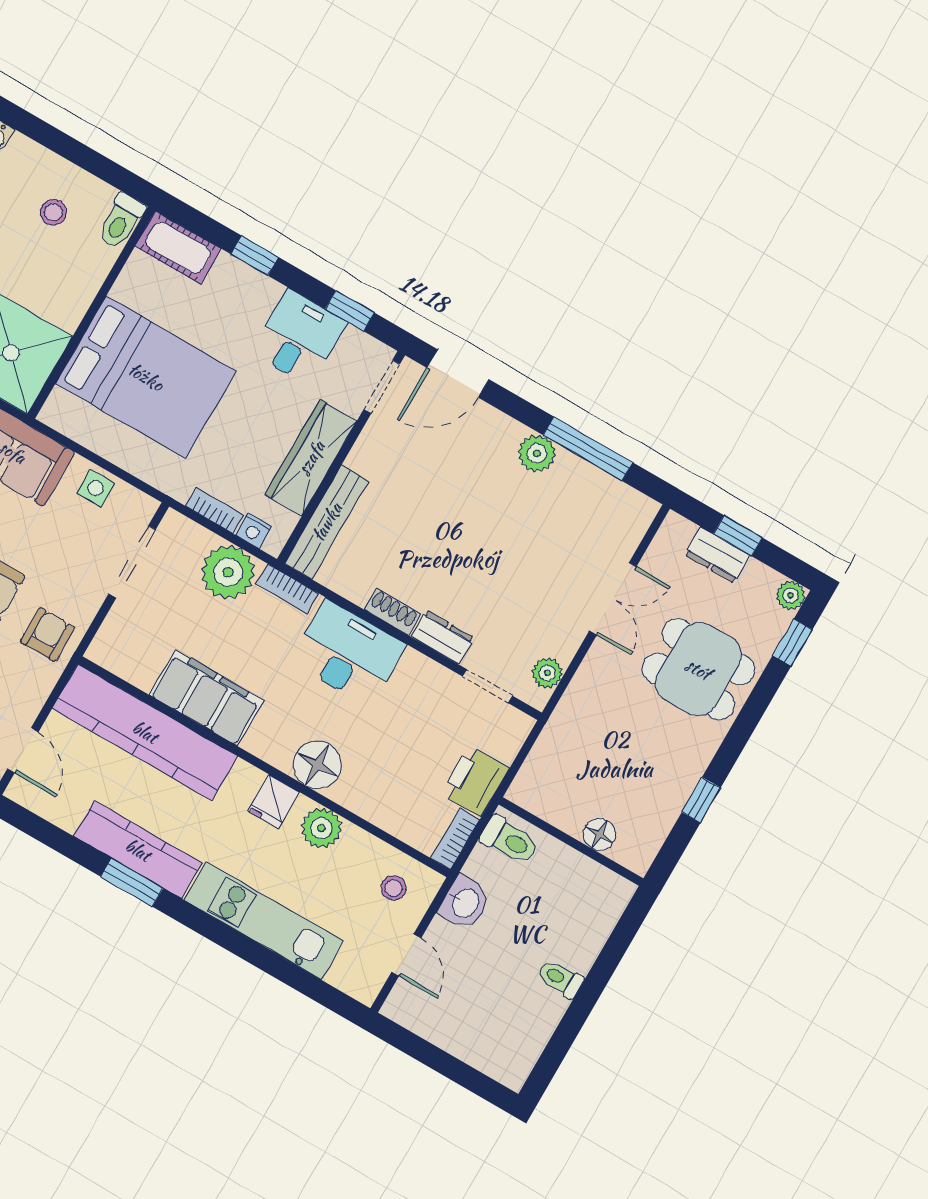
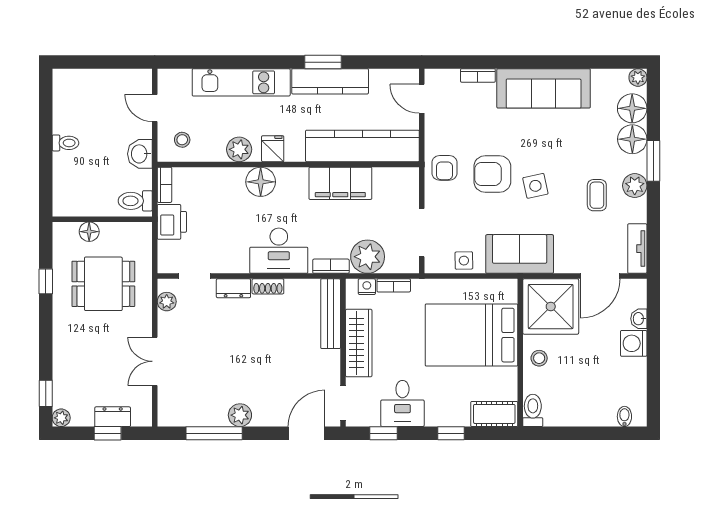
stool: (53, 212) -> (539, 358), moved
dining table: (698, 669) -> (103, 284), moved

